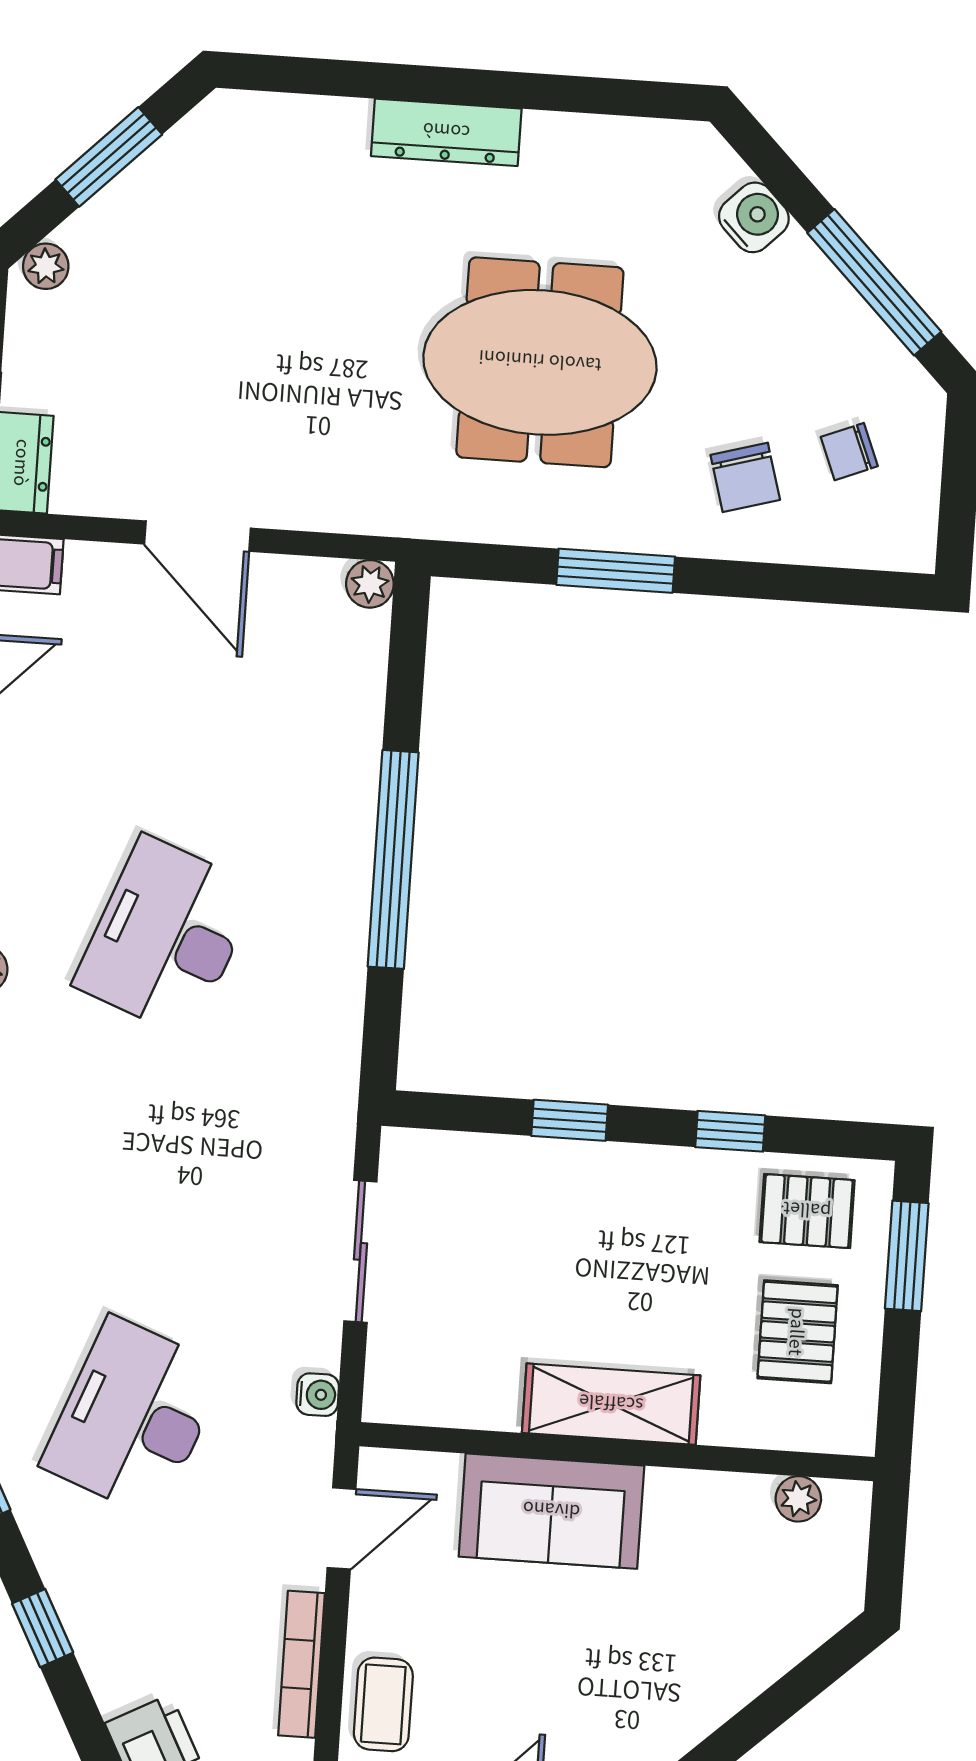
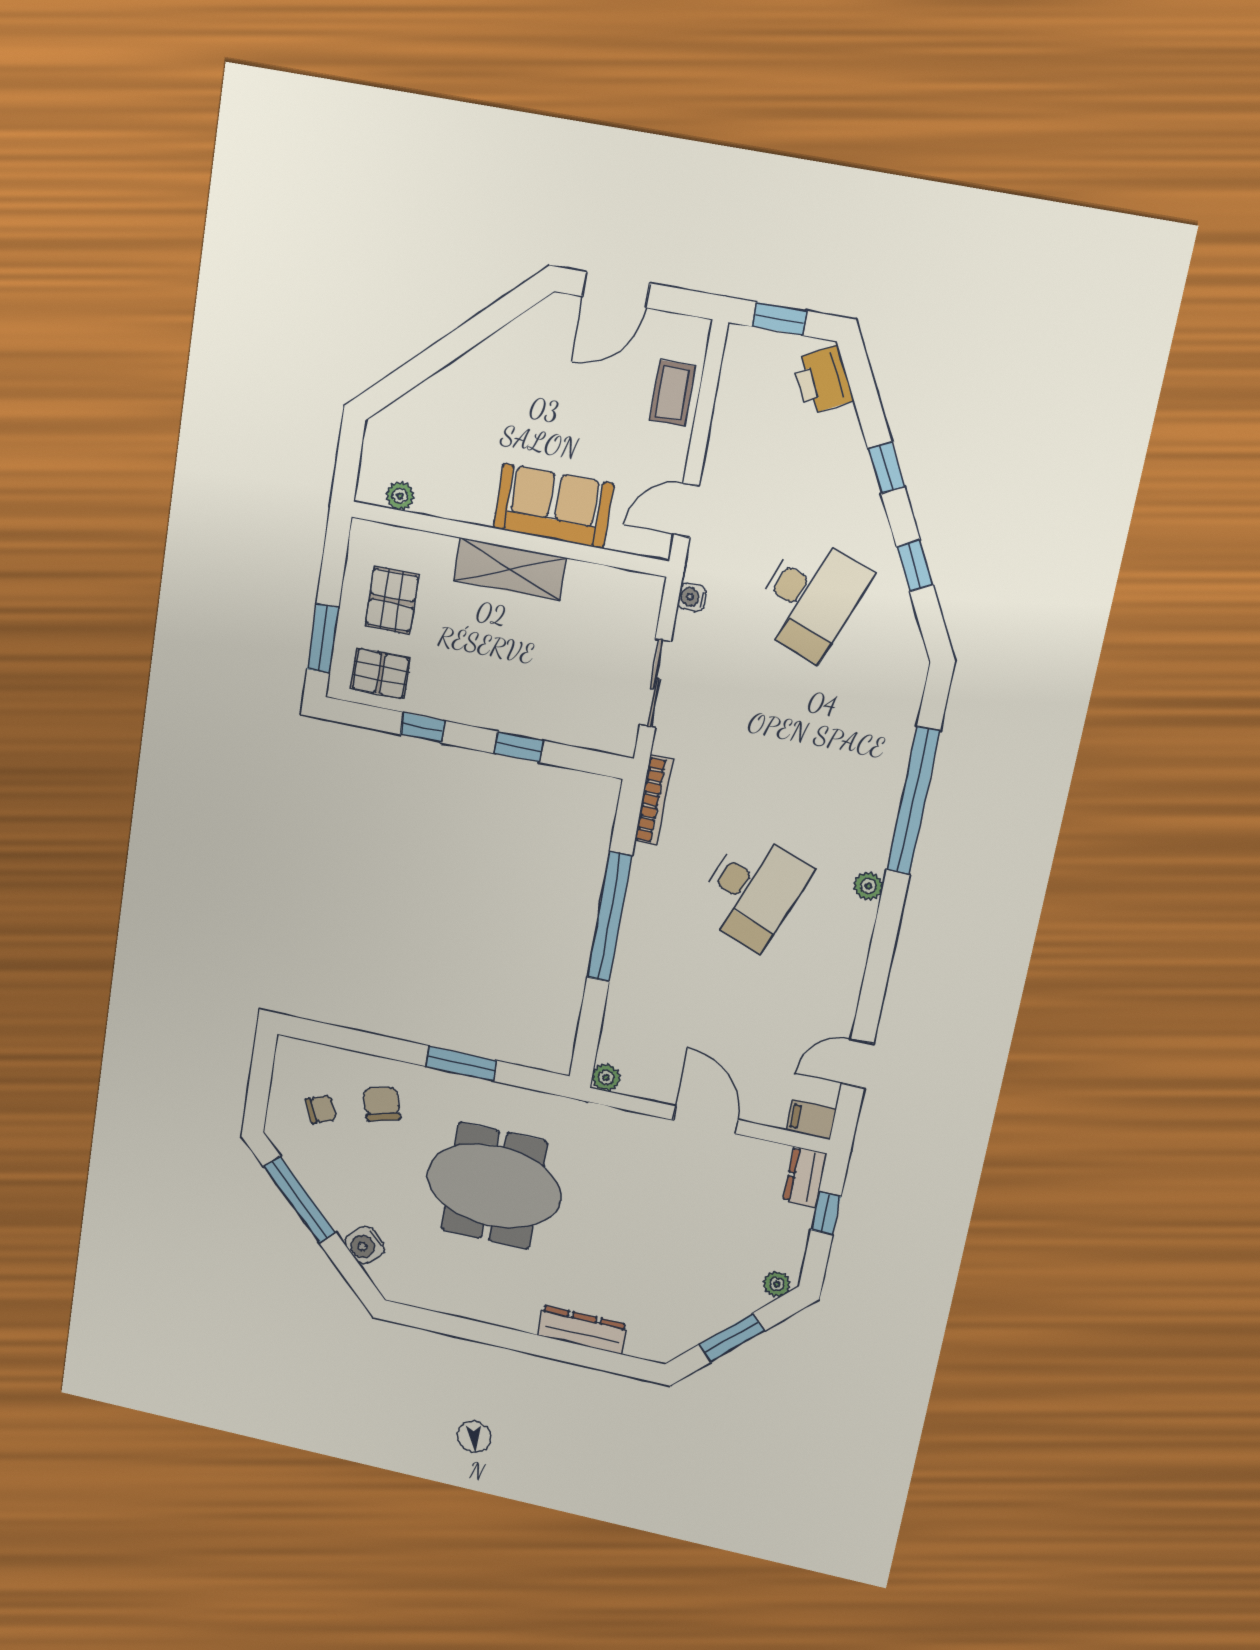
dresser: (446, 132) -> (582, 1330), moved
bookcase: (301, 1664) -> (653, 800), moved

